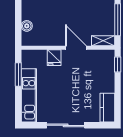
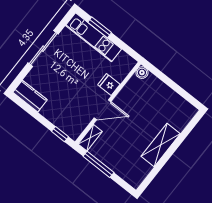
boiler: (27, 26) -> (142, 73), moved
window: (18, 74) -> (100, 27), moved

